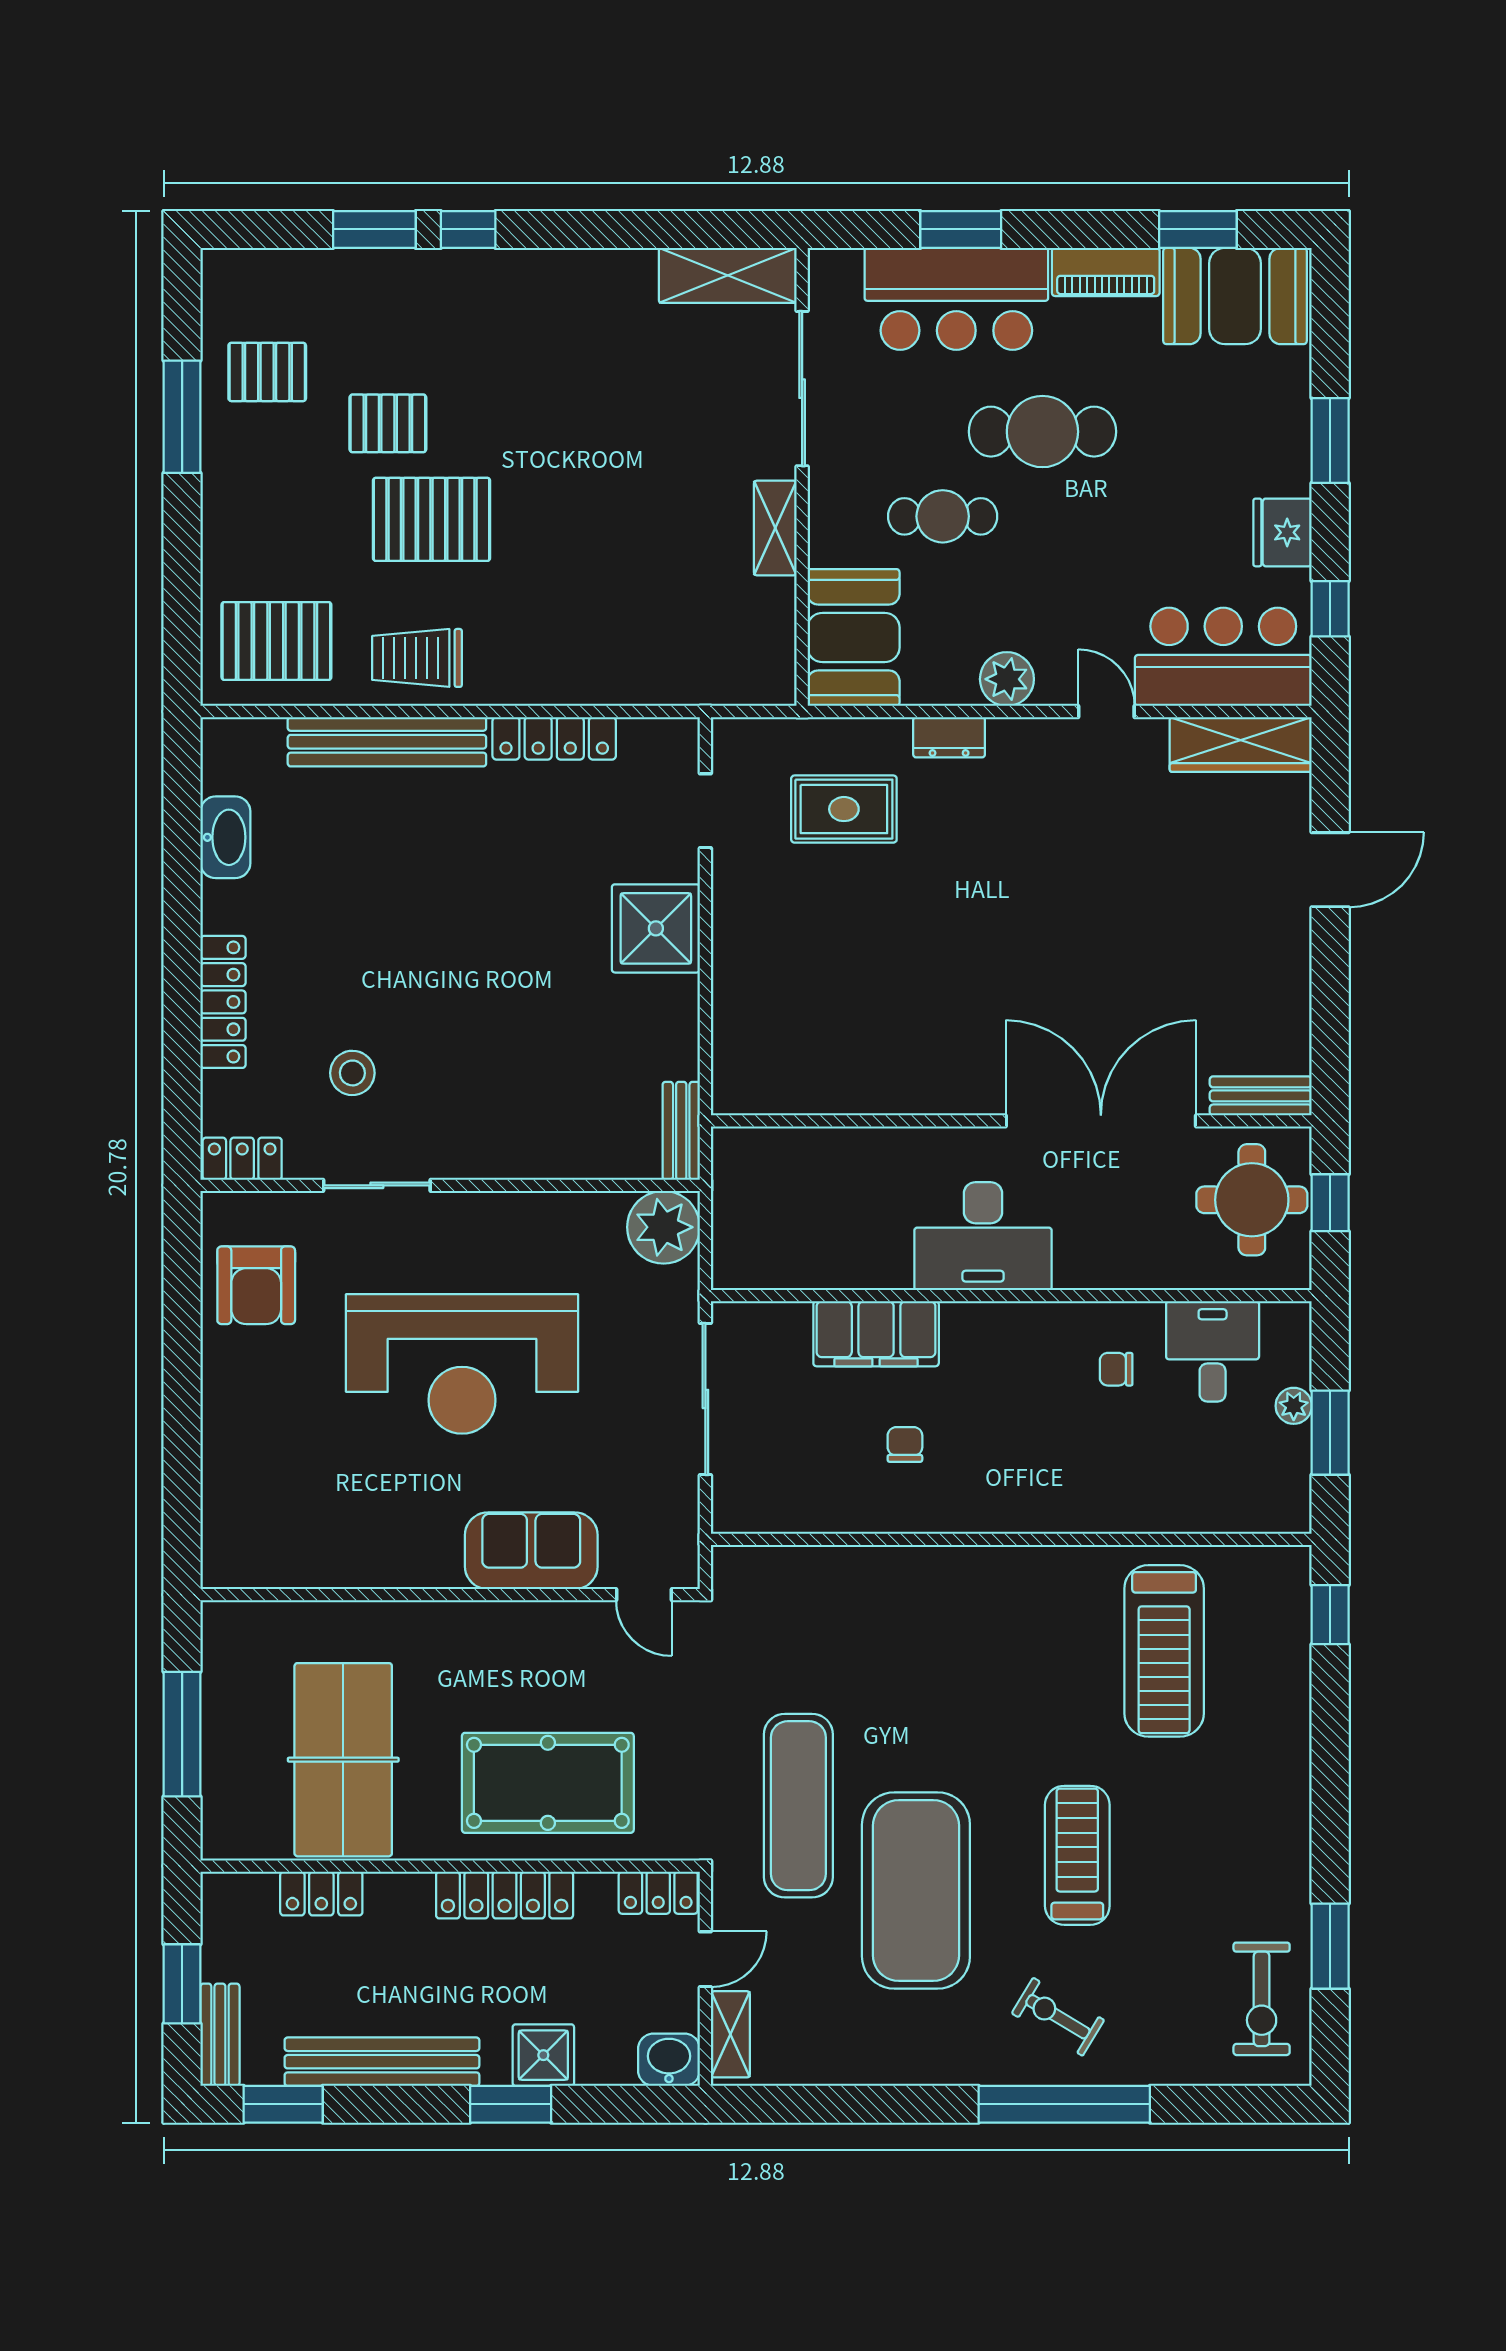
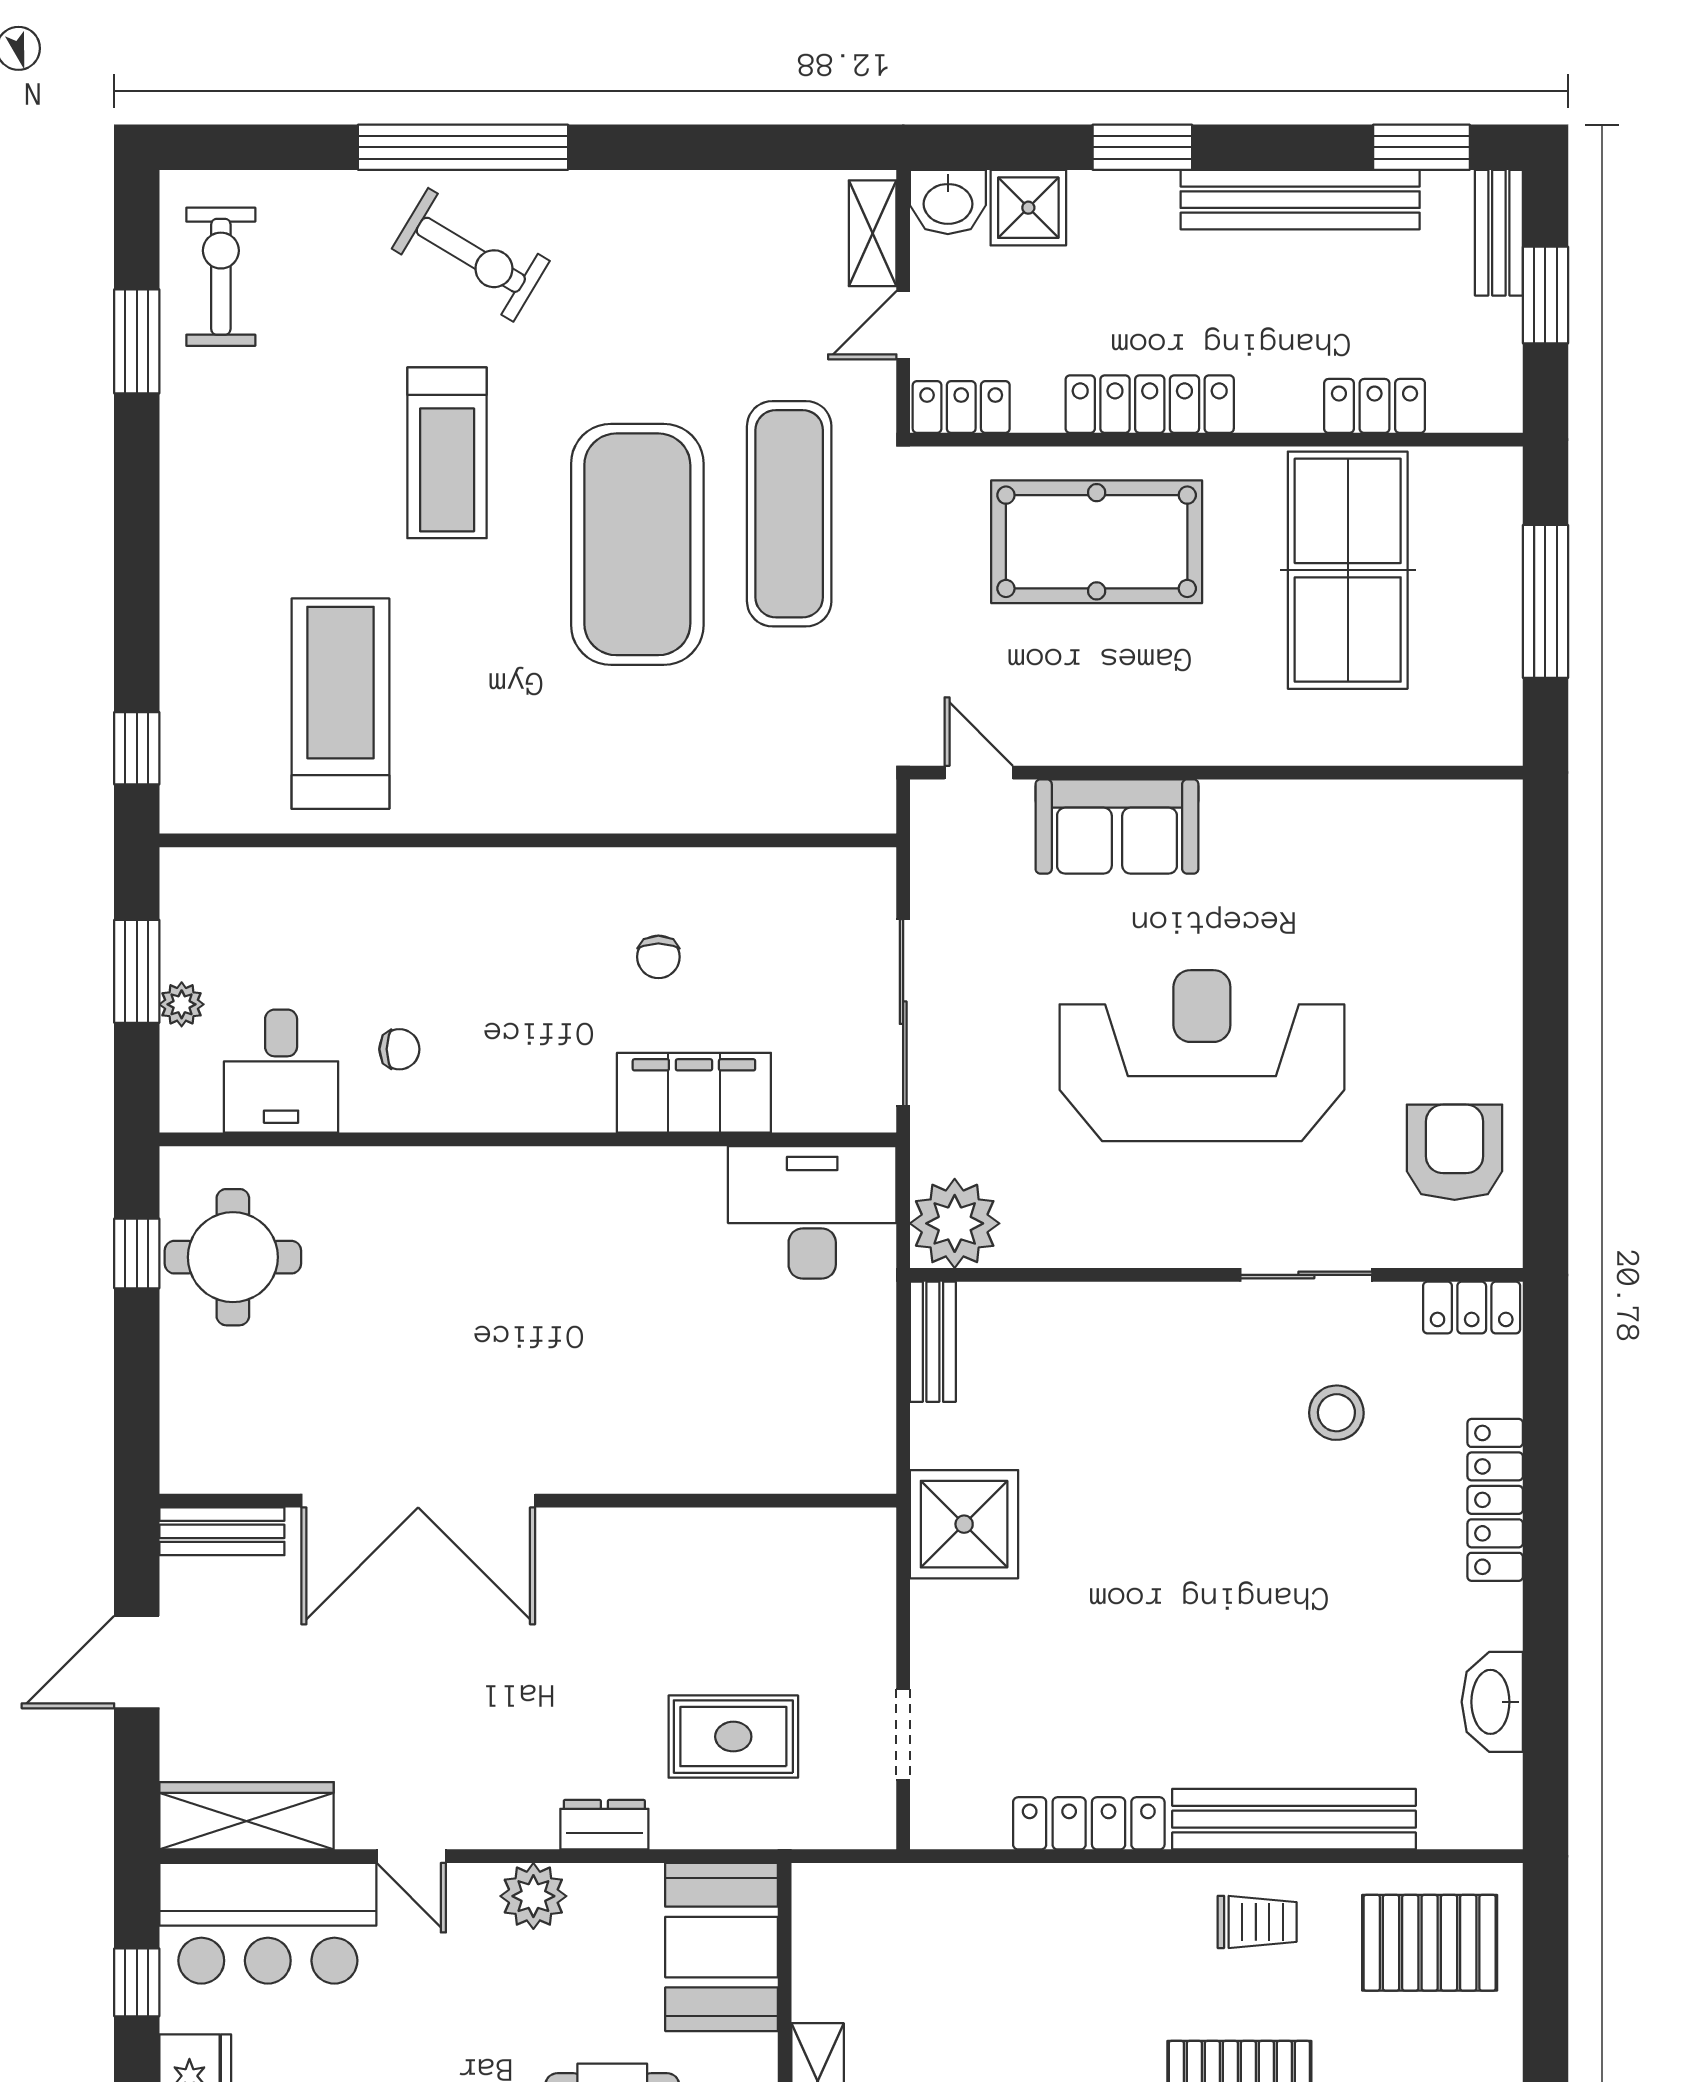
trolley: (417, 658) -> (1257, 1922), width x0.73, depth x0.72
shower: (656, 928) -> (964, 1524), moved
bench: (1261, 1096) -> (222, 1531), moved
wall: (1011, 1121) -> (528, 1501), moved
double door: (1101, 1121) -> (418, 1501), moved
desk: (983, 1236) -> (812, 1212), moved
exercise mat: (916, 1890) -> (637, 544), moved
exercise bike: (1058, 2017) -> (471, 255), width x1.38, depth x1.39
shower: (543, 2055) -> (1028, 208), moved

